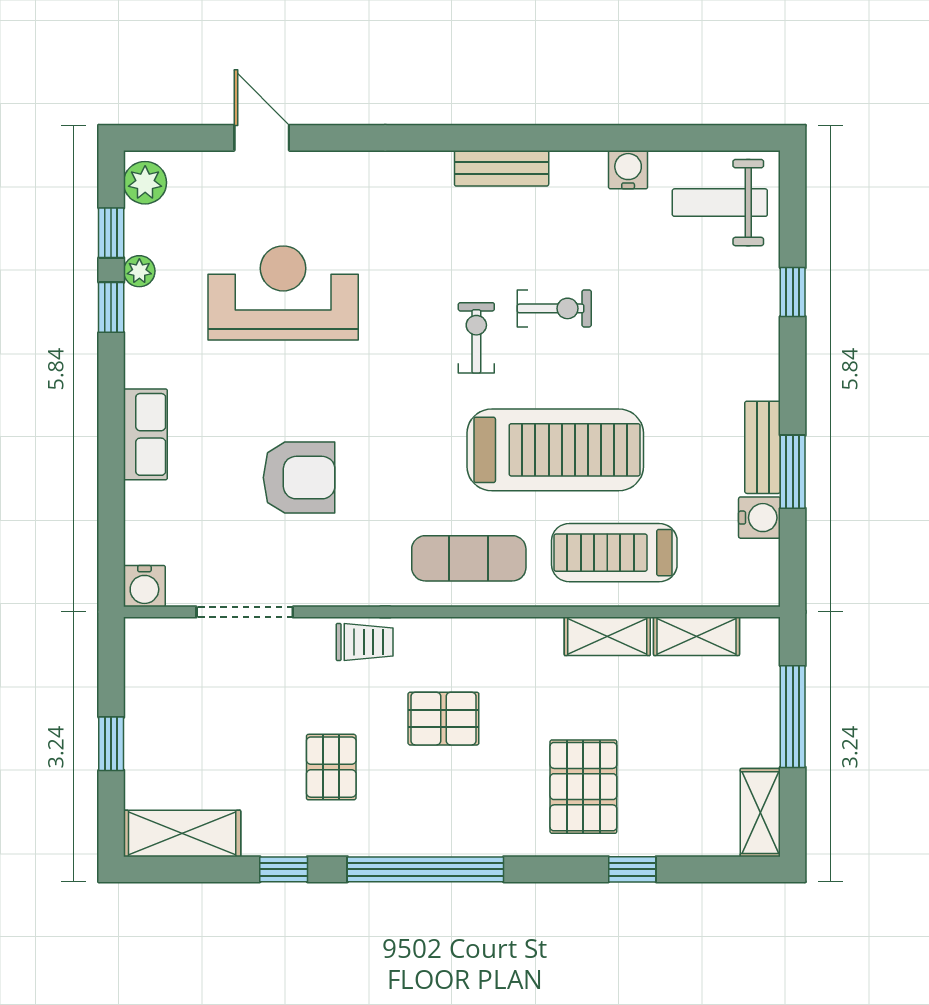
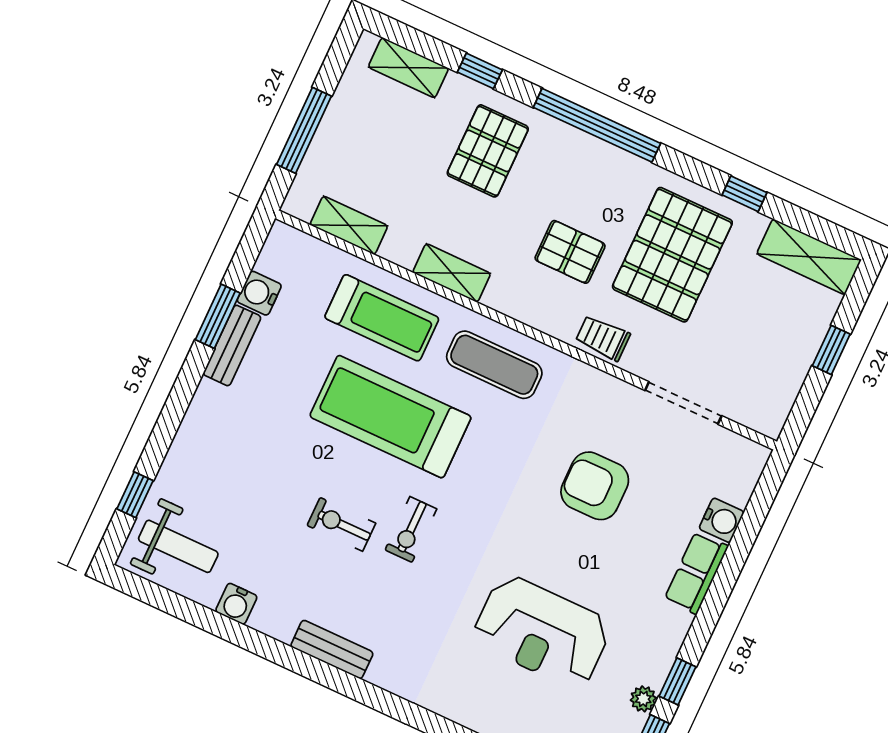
window: (793, 292) -> (135, 495), moved
water cooler: (144, 586) -> (722, 520), moved, turned 90
shelving: (607, 636) -> (452, 273), moved
pallet: (331, 767) -> (672, 255), width x2.05, depth x2.00
shelving: (760, 813) -> (408, 68), moved, turned 90
window: (425, 869) -> (597, 125), moved

